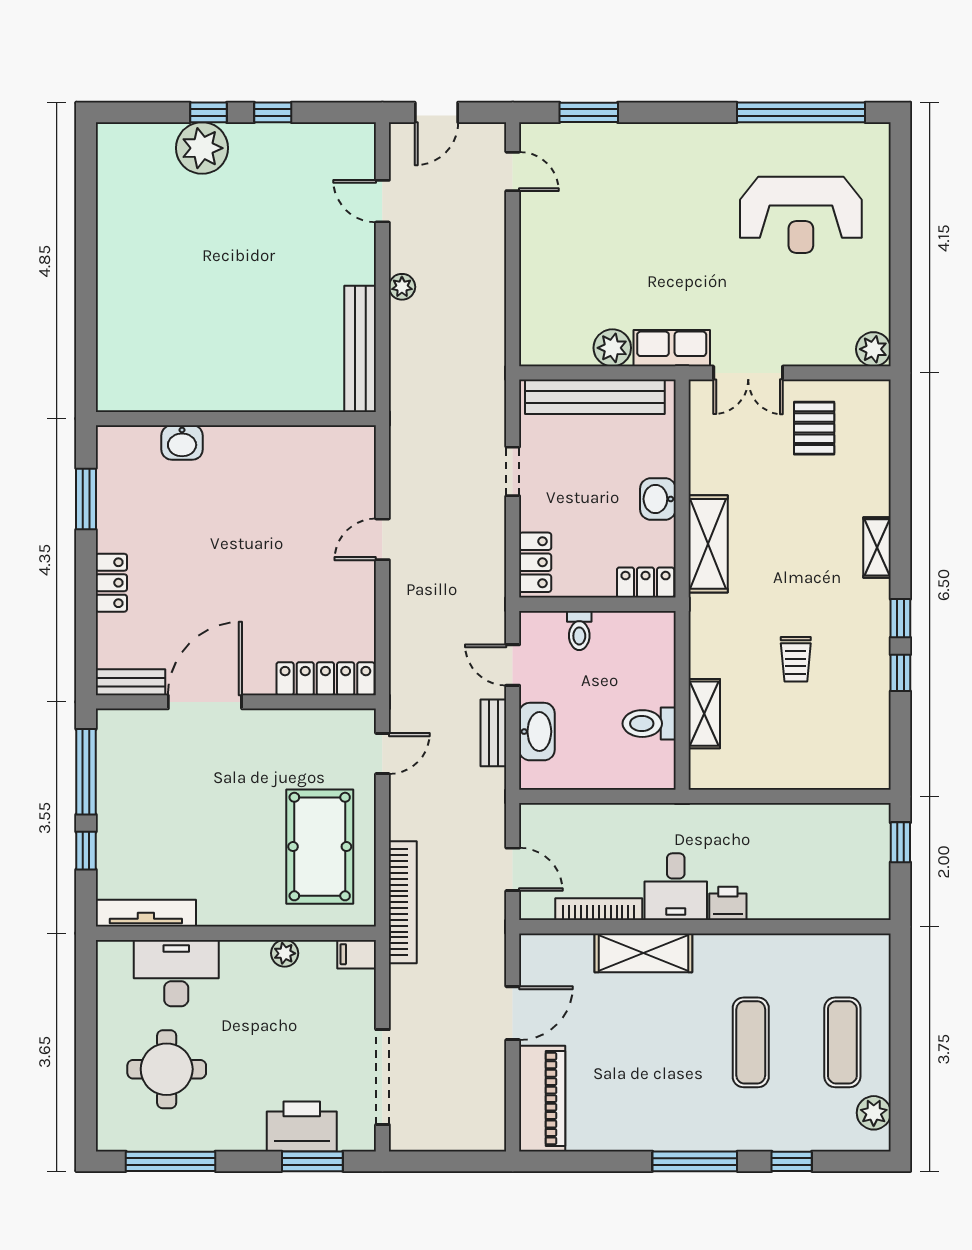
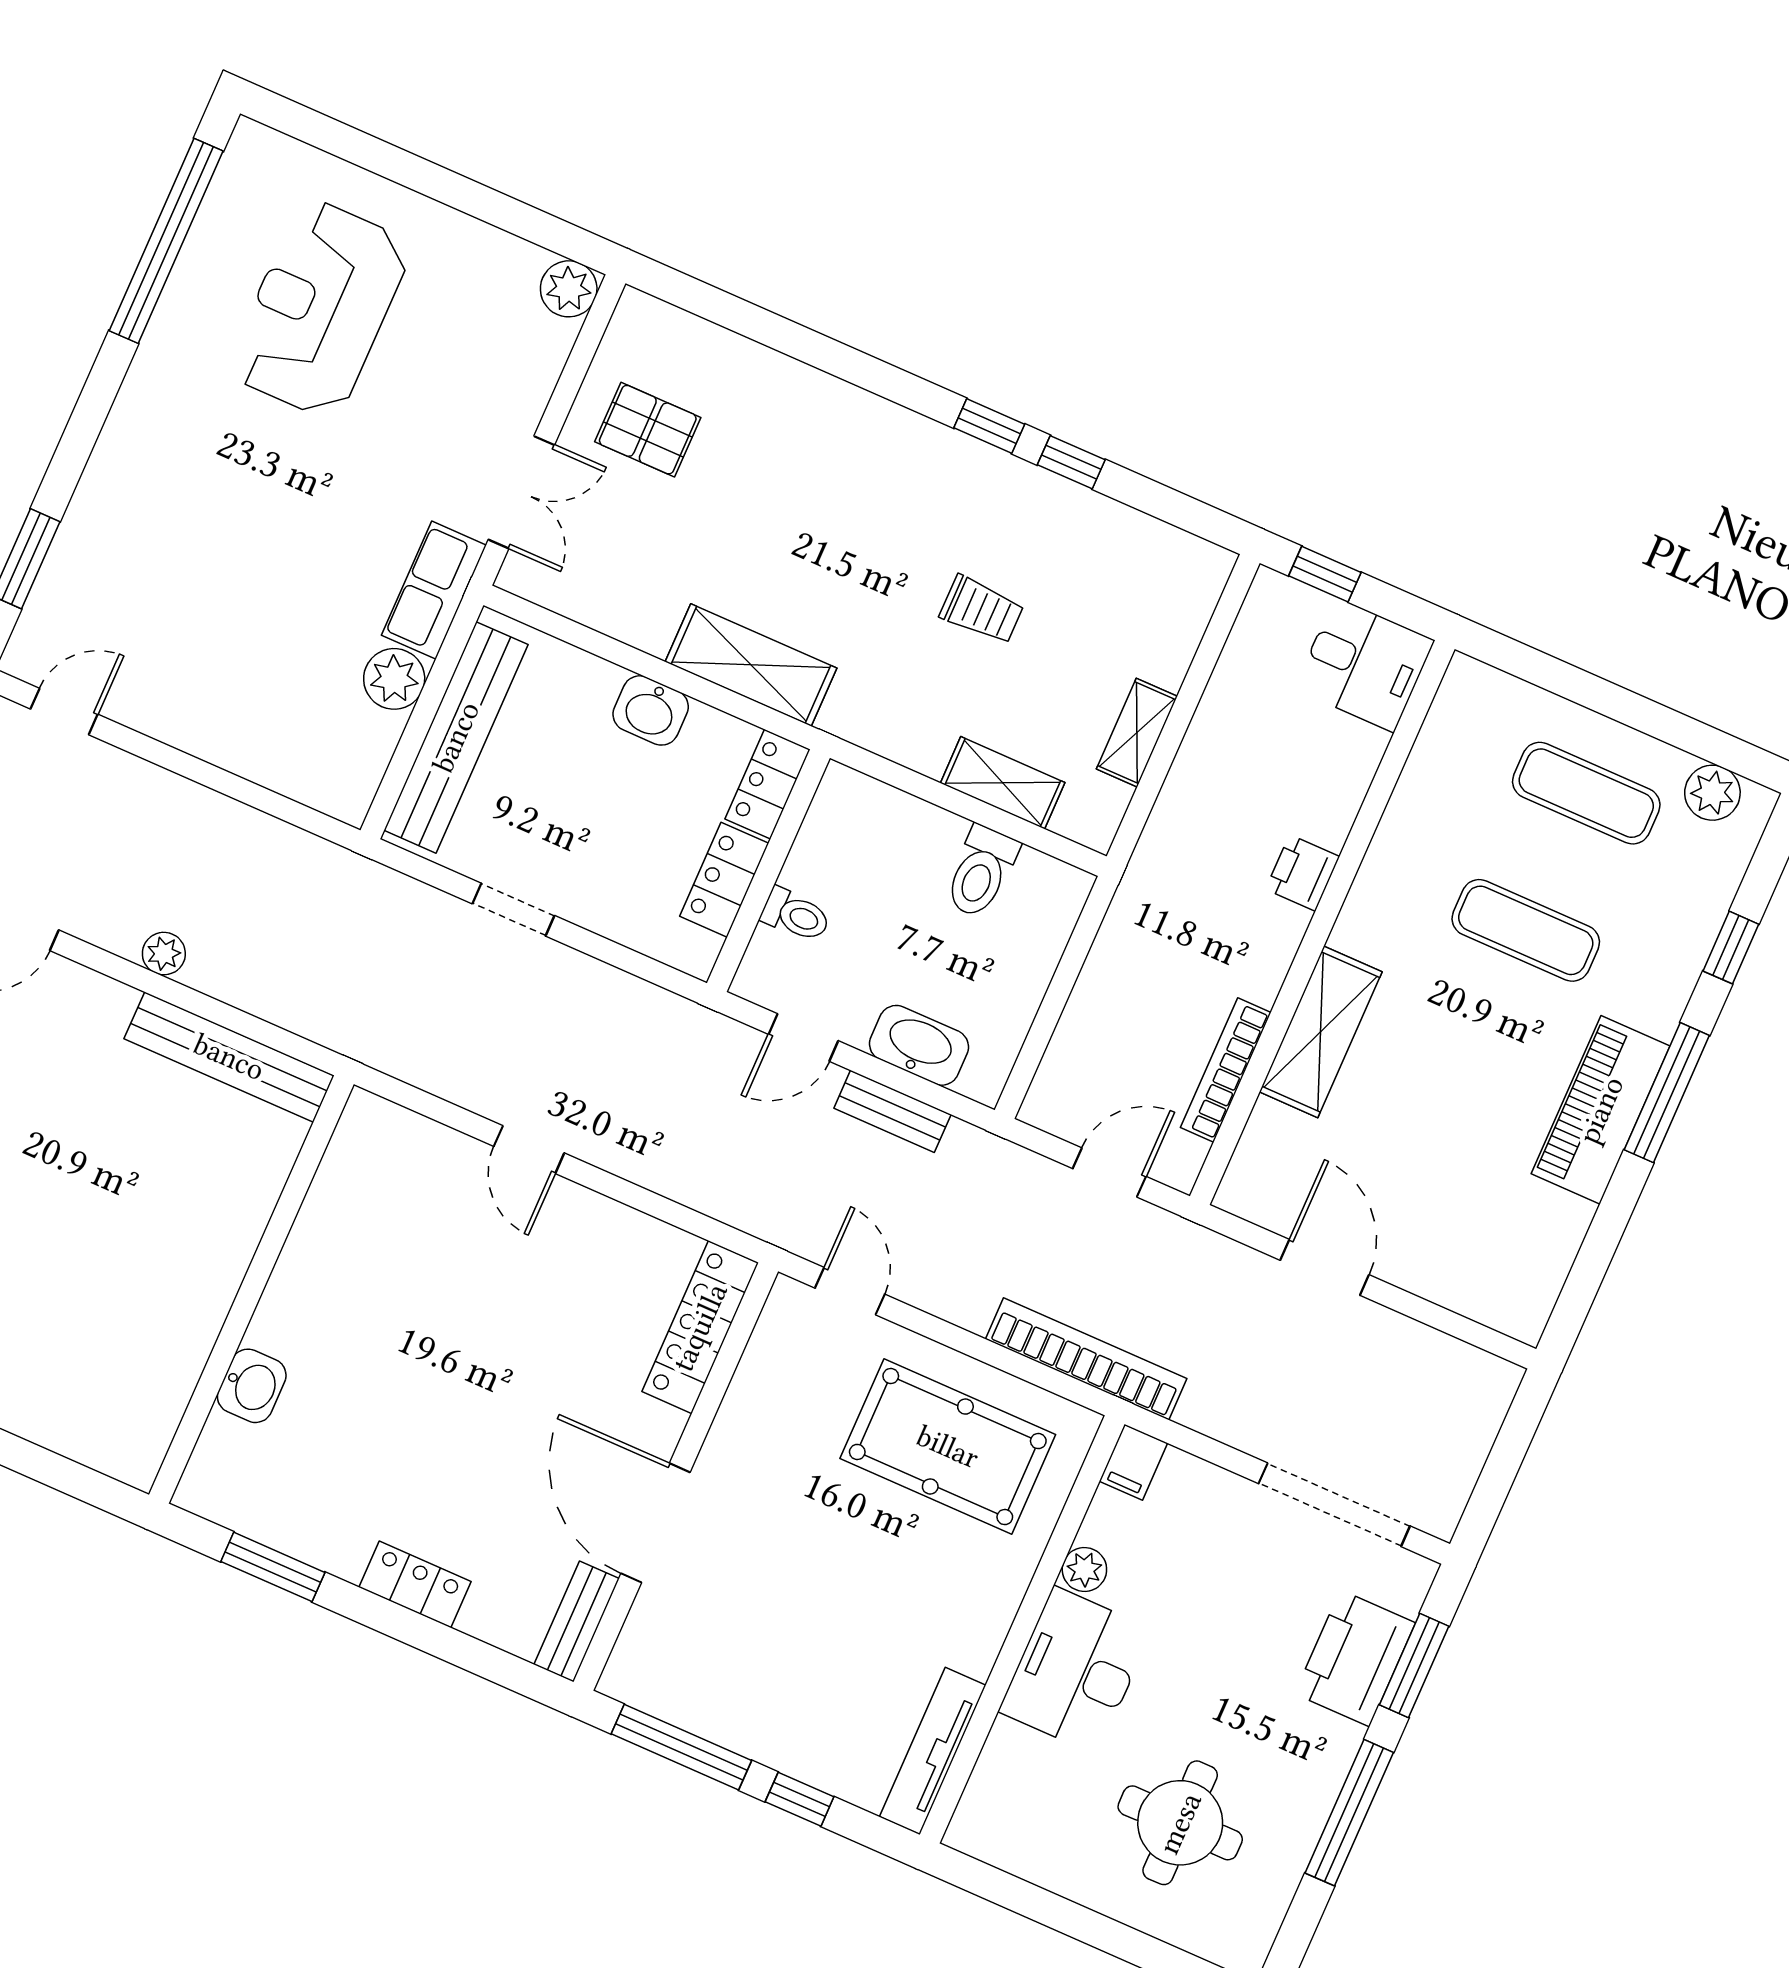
reception desk: (801, 215) -> (320, 309), turned 180
shelving: (877, 547) -> (1137, 733), moved, turned 90
locker: (535, 562) -> (724, 880), moved, turned -90
desk: (676, 887) -> (1364, 665), moved
desk: (176, 973) -> (1075, 1670), moved
piano: (542, 1099) -> (1601, 1110), moved, turned -90
window: (171, 1161) -> (1349, 1813), moved

